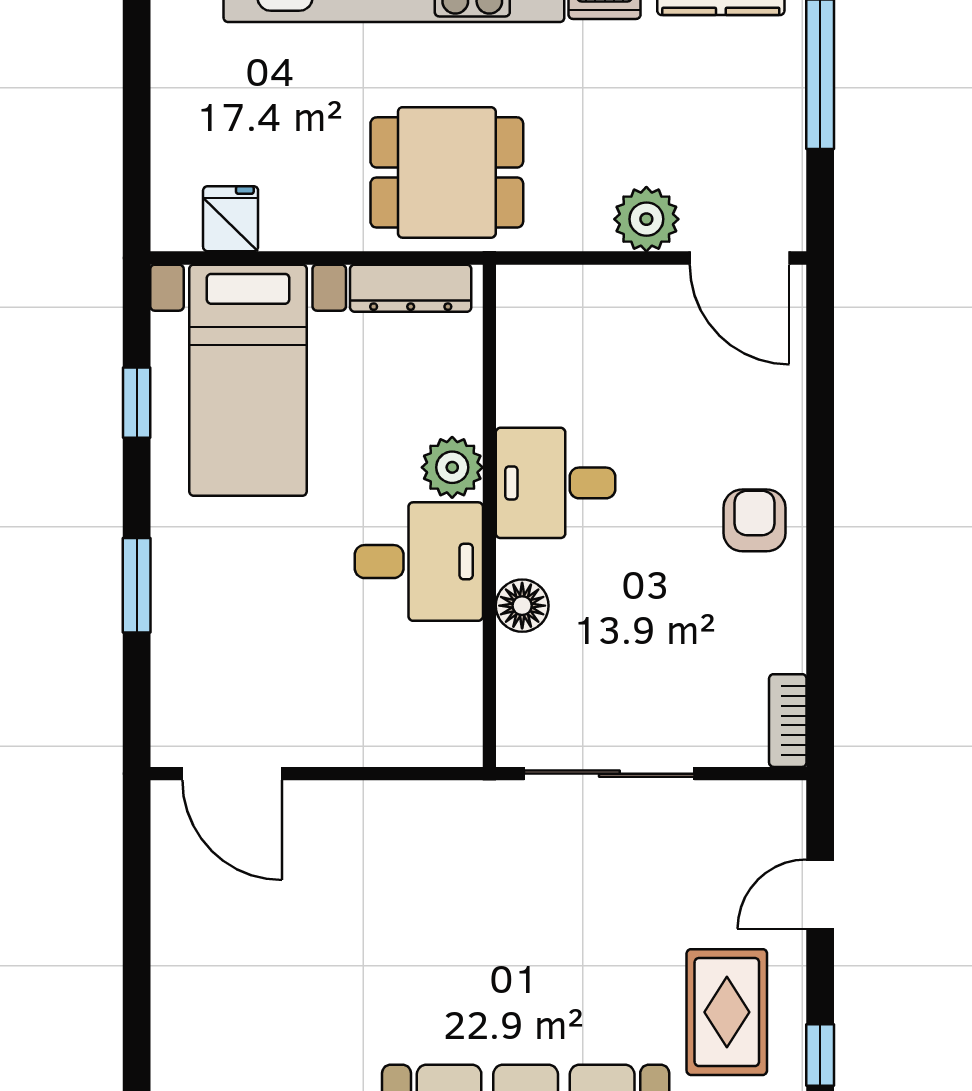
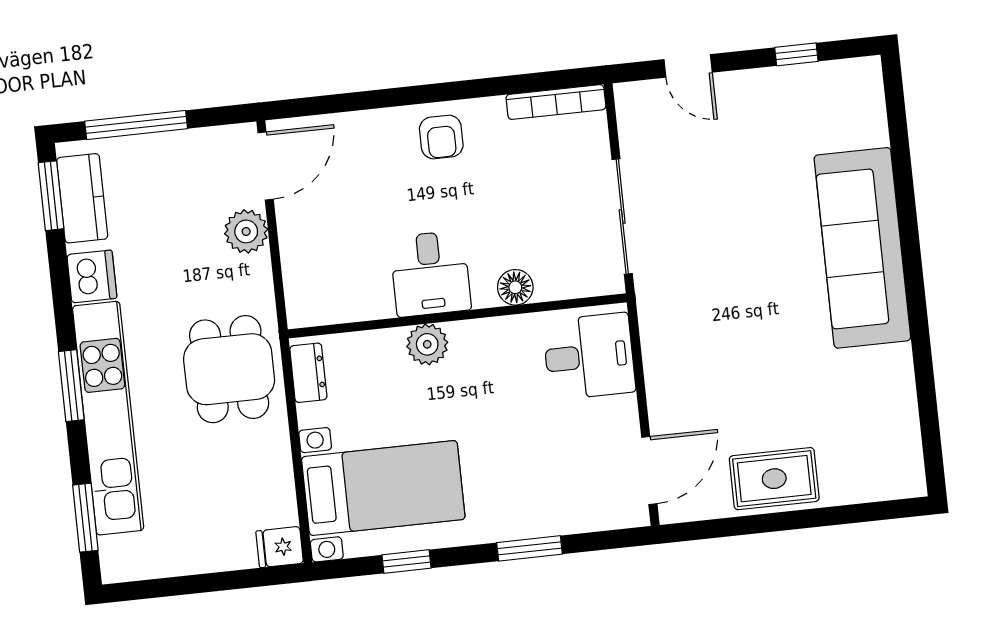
fridge: (231, 219) -> (280, 547), moved
dresser: (411, 288) -> (308, 373), width x0.70
armchair: (754, 520) -> (441, 137), turned -90
desk: (419, 562) -> (589, 356), moved, turned 90
bookcase: (788, 721) -> (556, 102), width x1.56
rug: (727, 1012) -> (774, 479), moved

